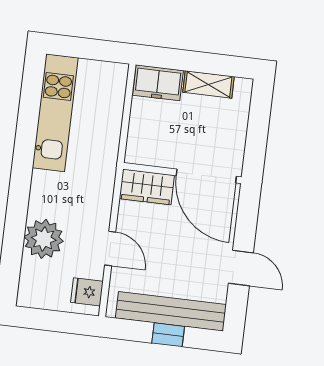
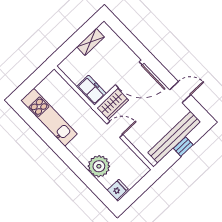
freezer: (158, 83) -> (91, 90), moved, turned -90
door: (110, 248) -> (115, 129), moved
fridge: (87, 292) -> (118, 190), moved, turned 180

